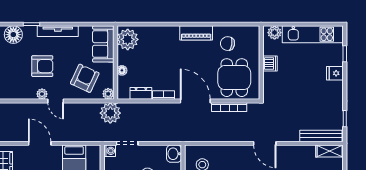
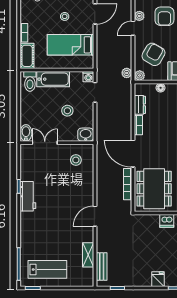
armchair: (85, 78) -> (153, 54), turned -85
dining table: (234, 78) -> (154, 189), width x1.38
door: (195, 101) -> (133, 154), swing flipped
plant: (110, 113) -> (127, 73), width x0.53, depth x0.53
bench: (321, 136) -> (102, 267), width x0.73
shelving: (330, 151) -> (88, 255), moved

